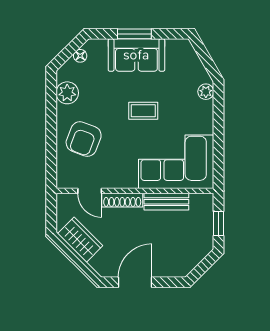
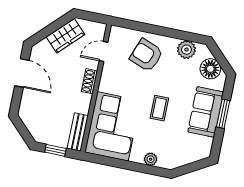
floor lamp: (80, 56) -> (210, 69), width x1.89, depth x1.89
plant: (206, 92) -> (151, 159), moved
shoe rack: (122, 200) -> (89, 81), width x0.70
bench: (166, 202) -> (78, 132), moved

